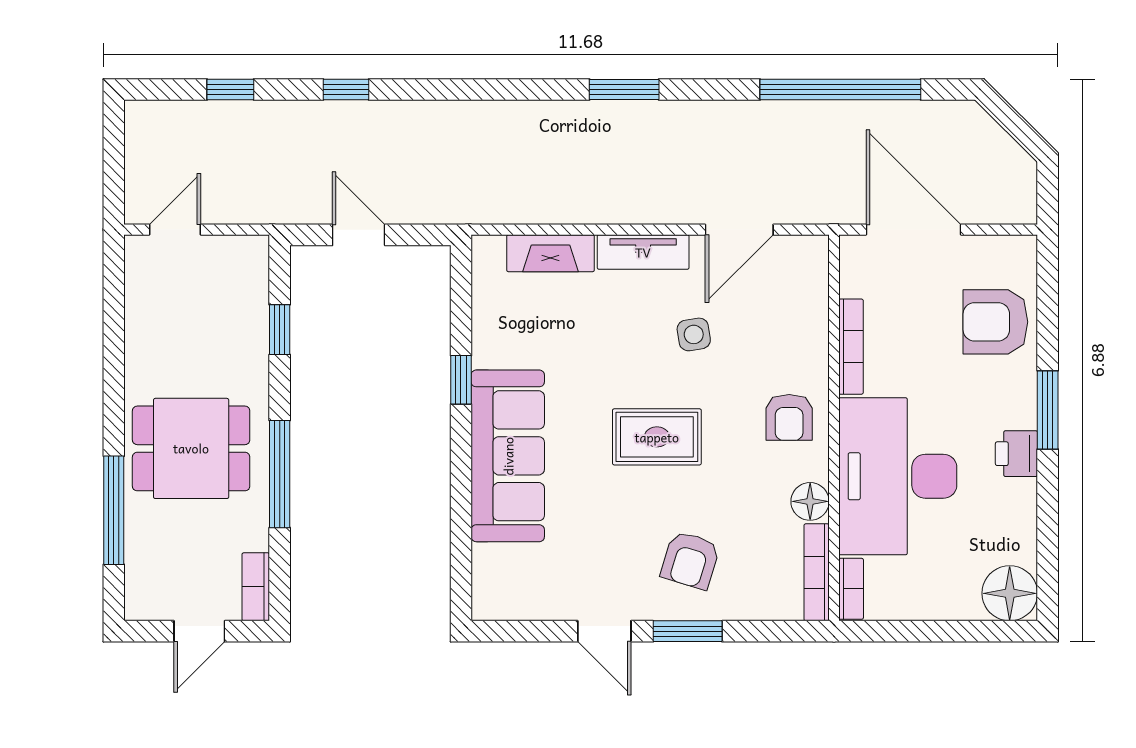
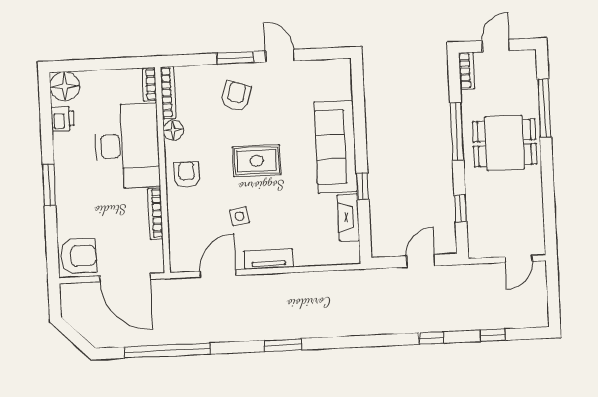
door: (359, 235) -> (421, 261), swing flipped
fireplace: (550, 253) -> (349, 217), moved, turned -90
armchair: (995, 322) -> (79, 256), moved
printer: (1016, 454) -> (63, 119), moved

